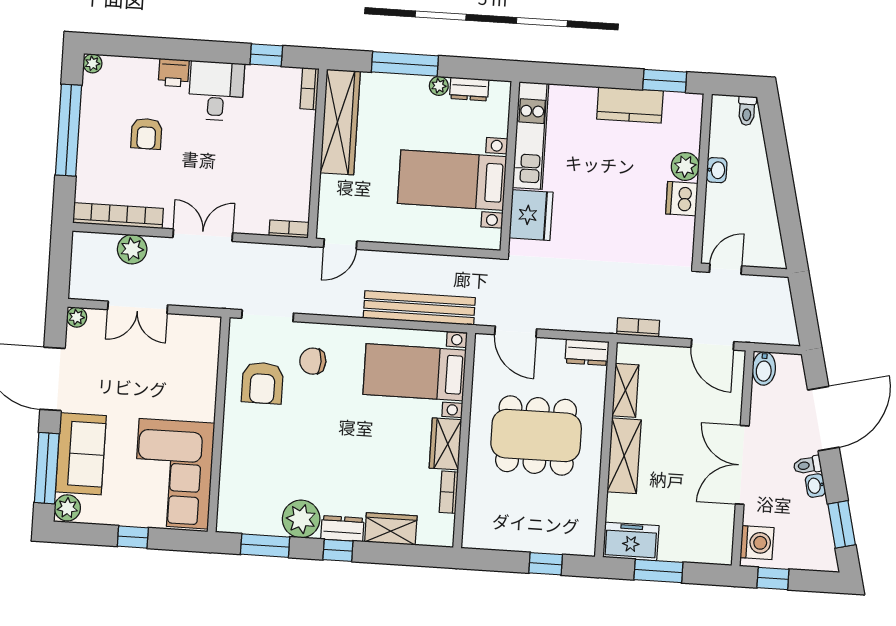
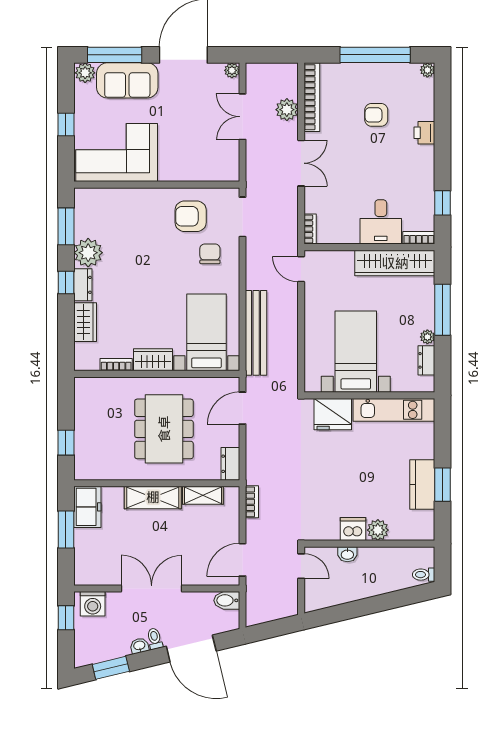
window: (665, 81) -> (443, 485), moved
desk: (216, 91) -> (381, 222), moved, turned 90
washbasin: (717, 170) -> (347, 554), moved

